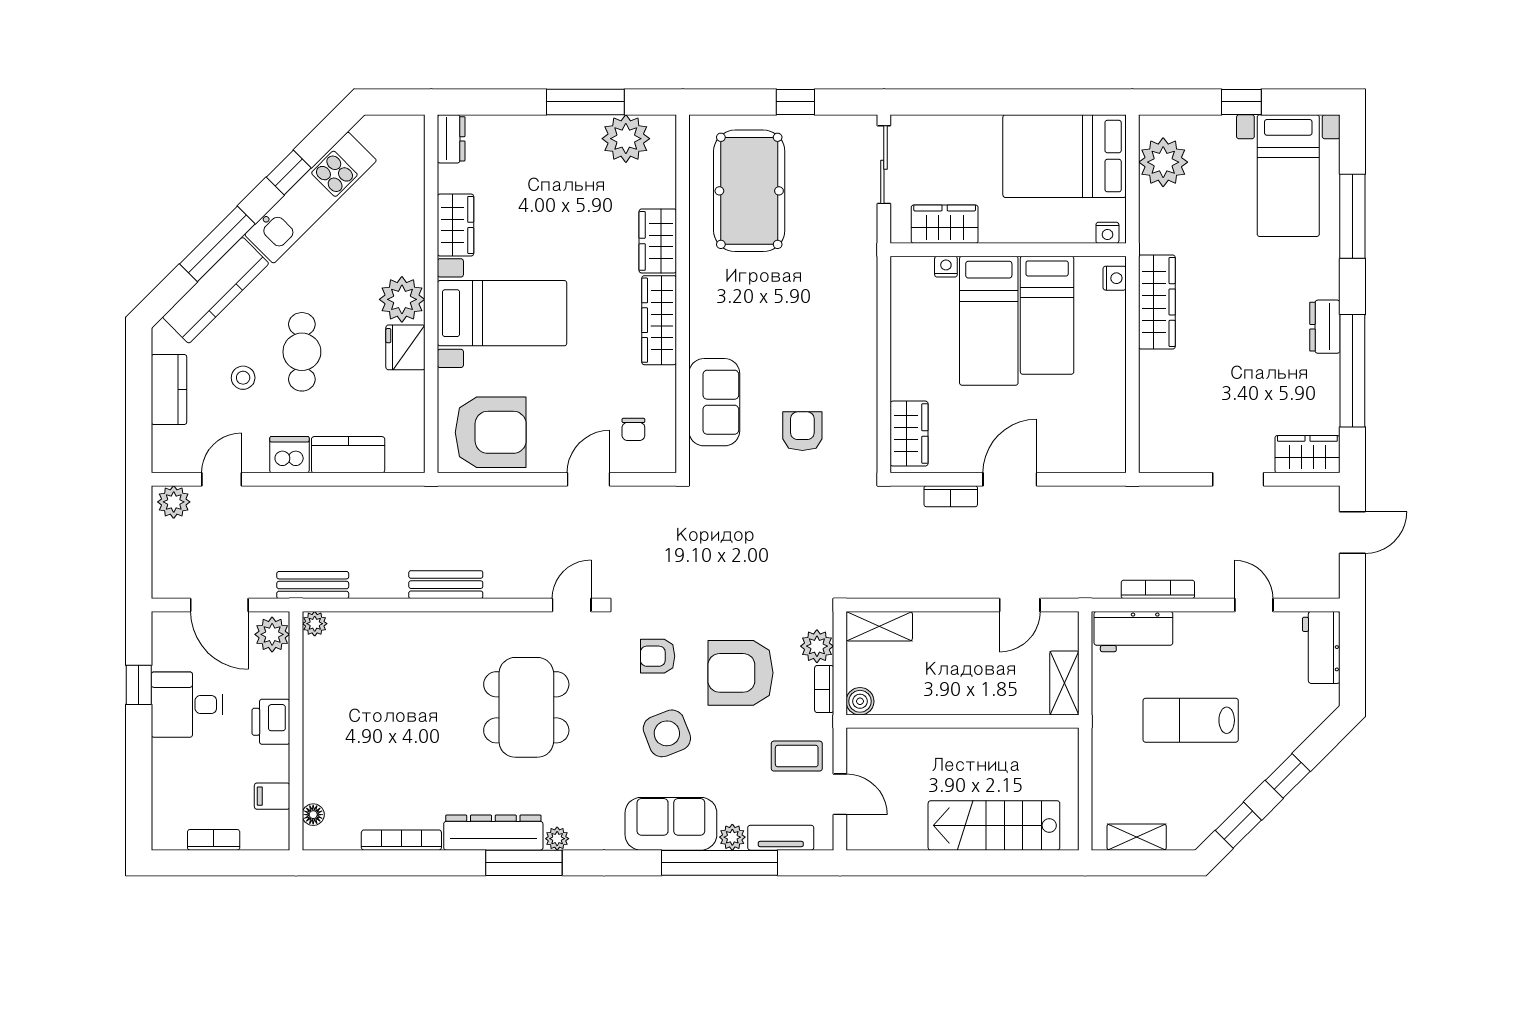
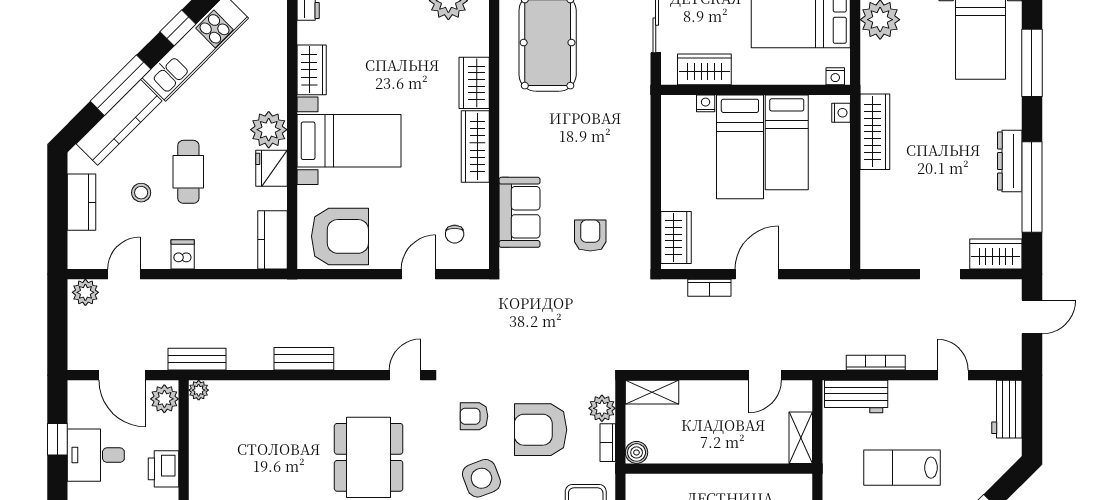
dresser: (1325, 327) -> (1010, 161), width x1.44
dishwasher: (289, 455) -> (183, 254), width x0.73
kitchen counter: (348, 455) -> (272, 240), moved, turned -90

